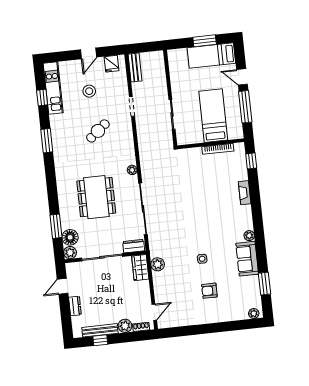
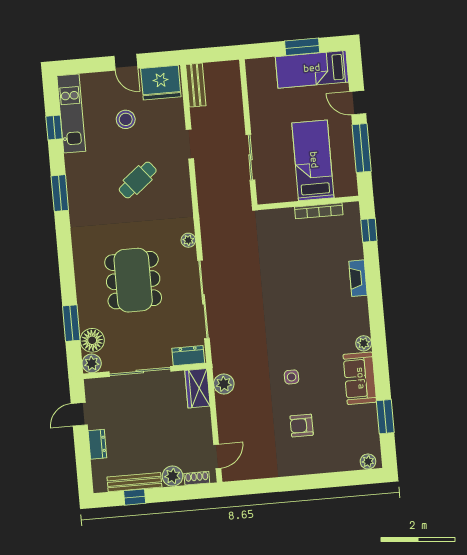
door: (89, 53) -> (126, 62), hinge flipped
fridge: (112, 64) -> (161, 83), width x1.88, depth x1.34

